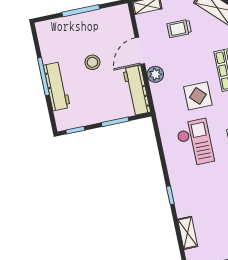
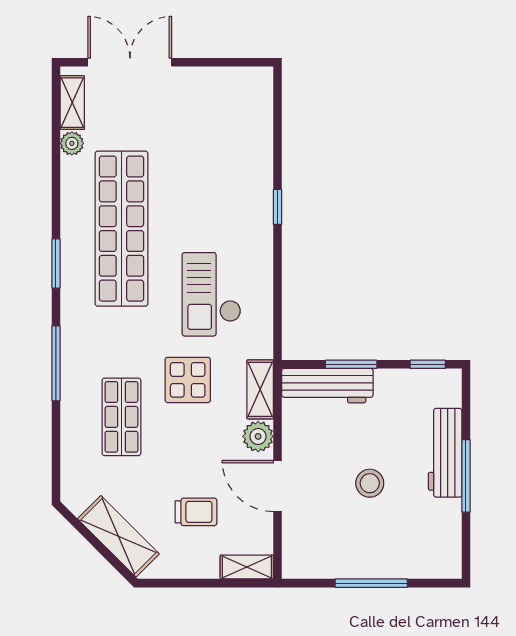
door: (140, 51) -> (278, 486), swing flipped
workbench: (137, 90) -> (327, 386), moved, turned 90
shelving: (188, 233) -> (260, 389), moved

